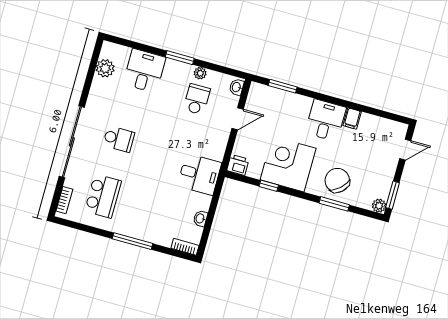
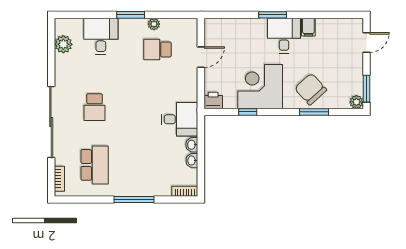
window: (283, 86) -> (273, 15), moved
washbasin: (237, 87) -> (192, 145), moved
school desk: (197, 99) -> (158, 49), turned -90
school desk: (119, 139) -> (95, 107), turned 90

